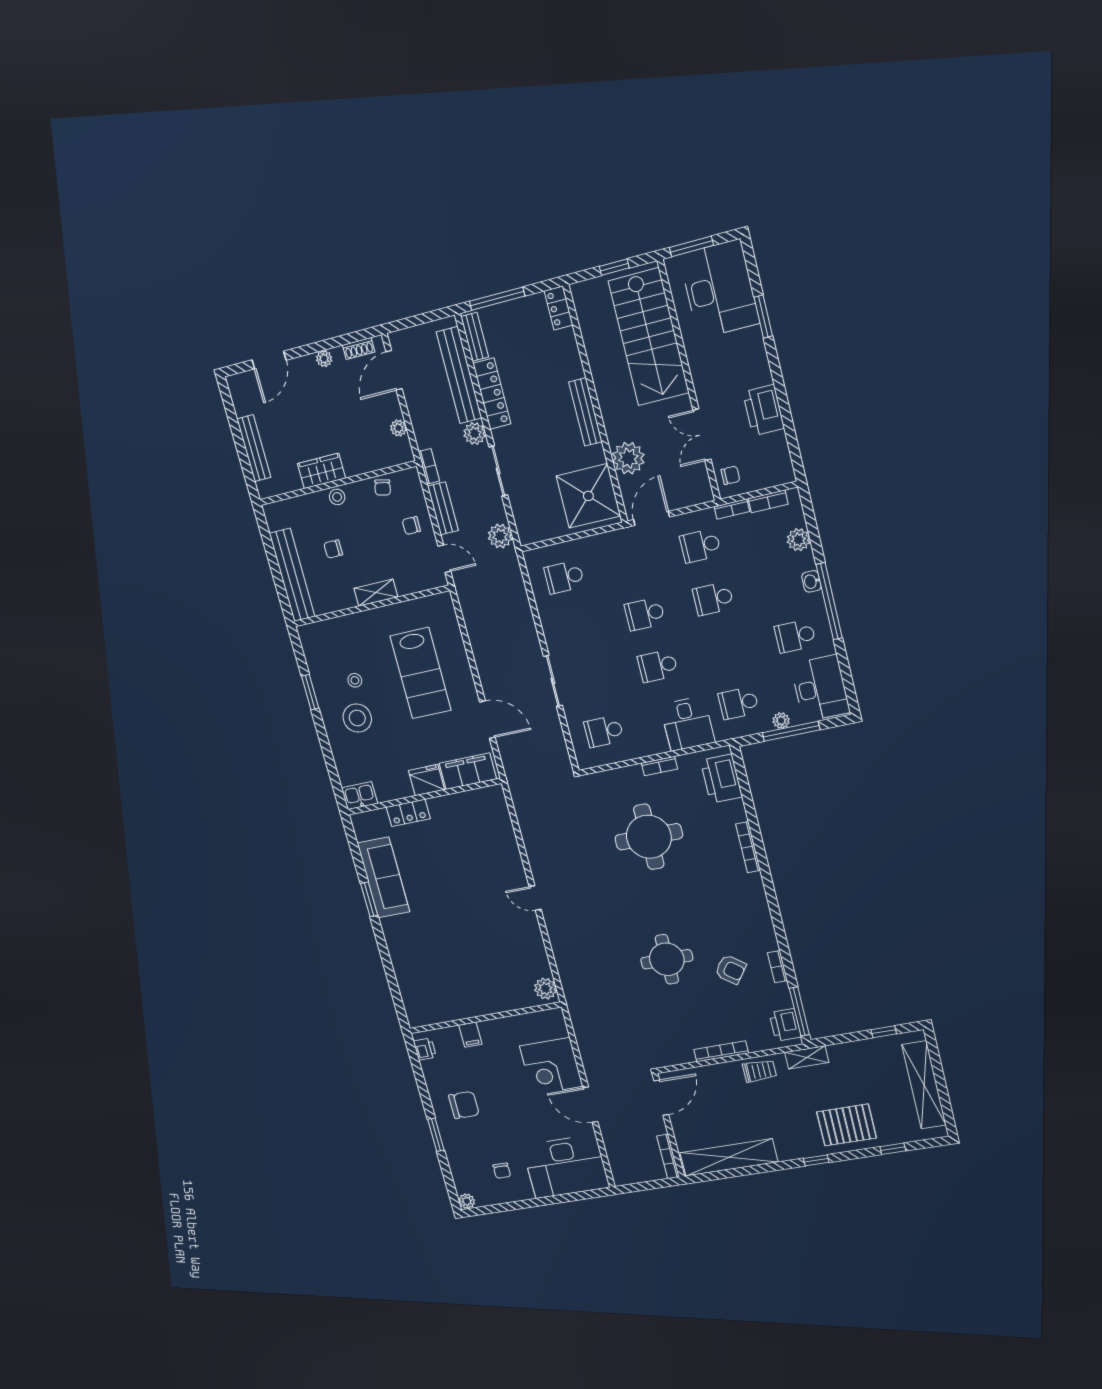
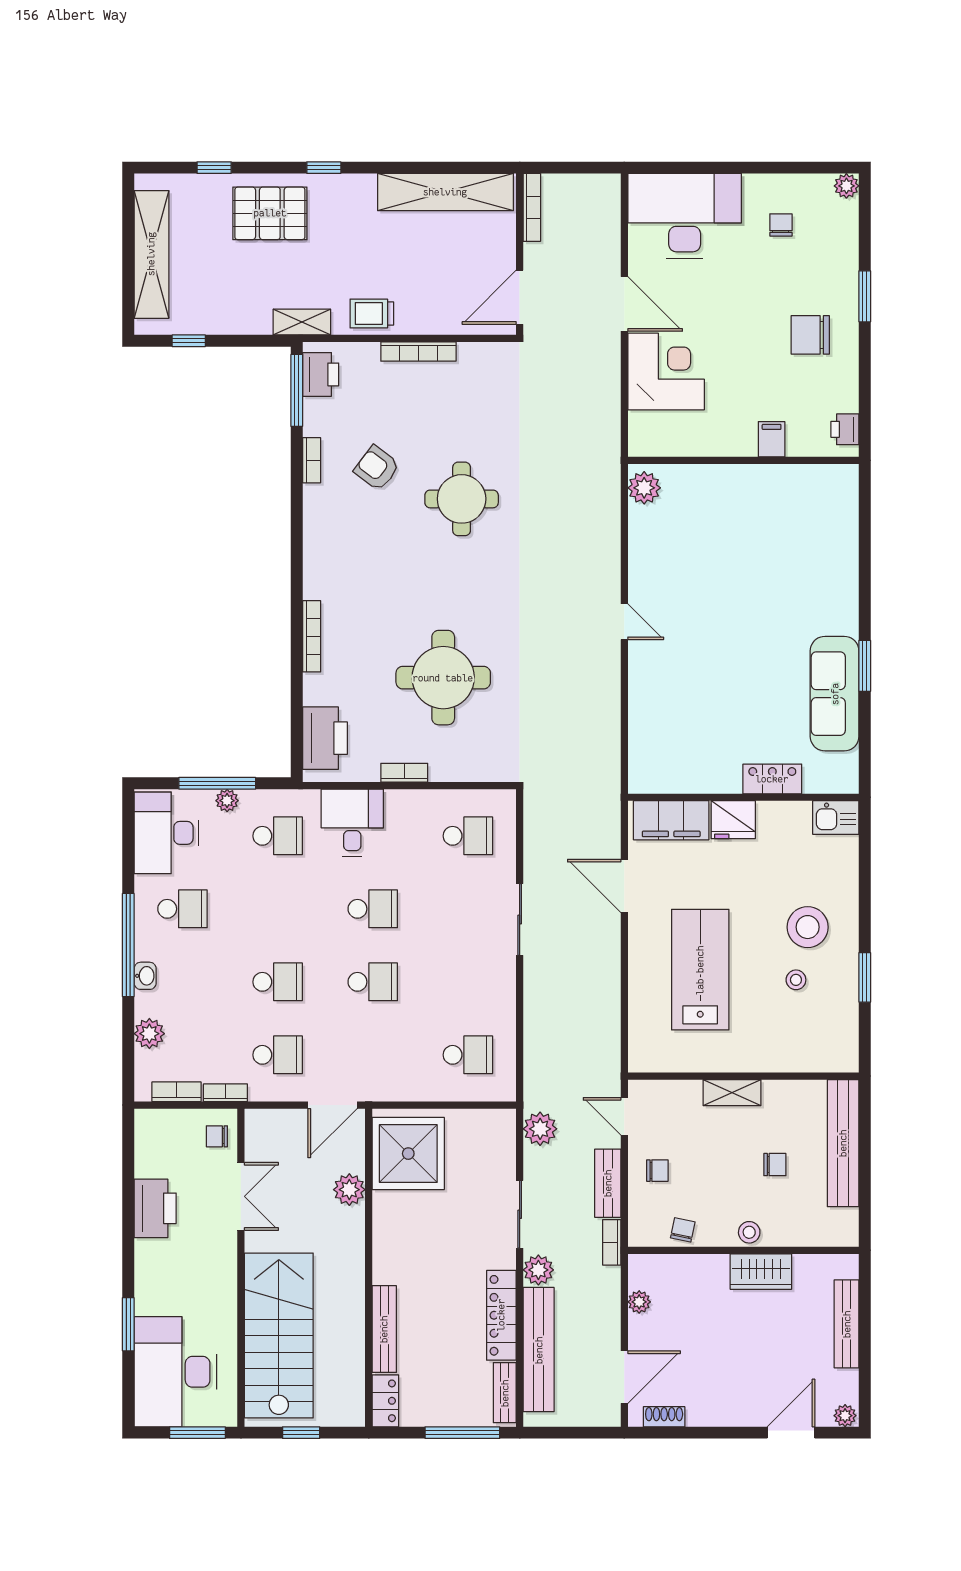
plant: (324, 359) -> (845, 1416), moved
bench: (585, 412) -> (384, 1329), moved
plant: (628, 458) -> (349, 1190), width x0.73, depth x0.73

